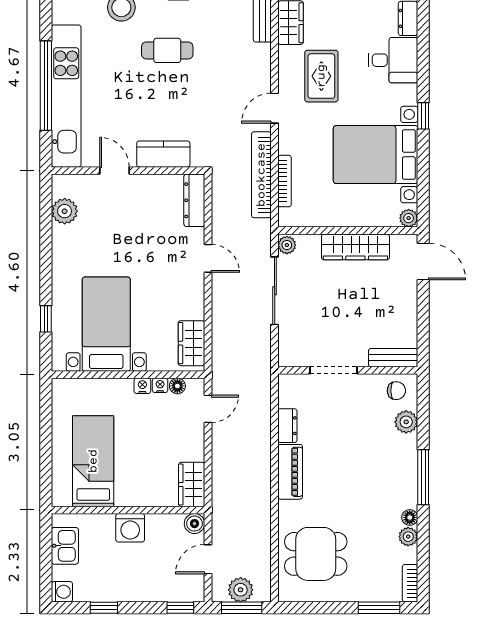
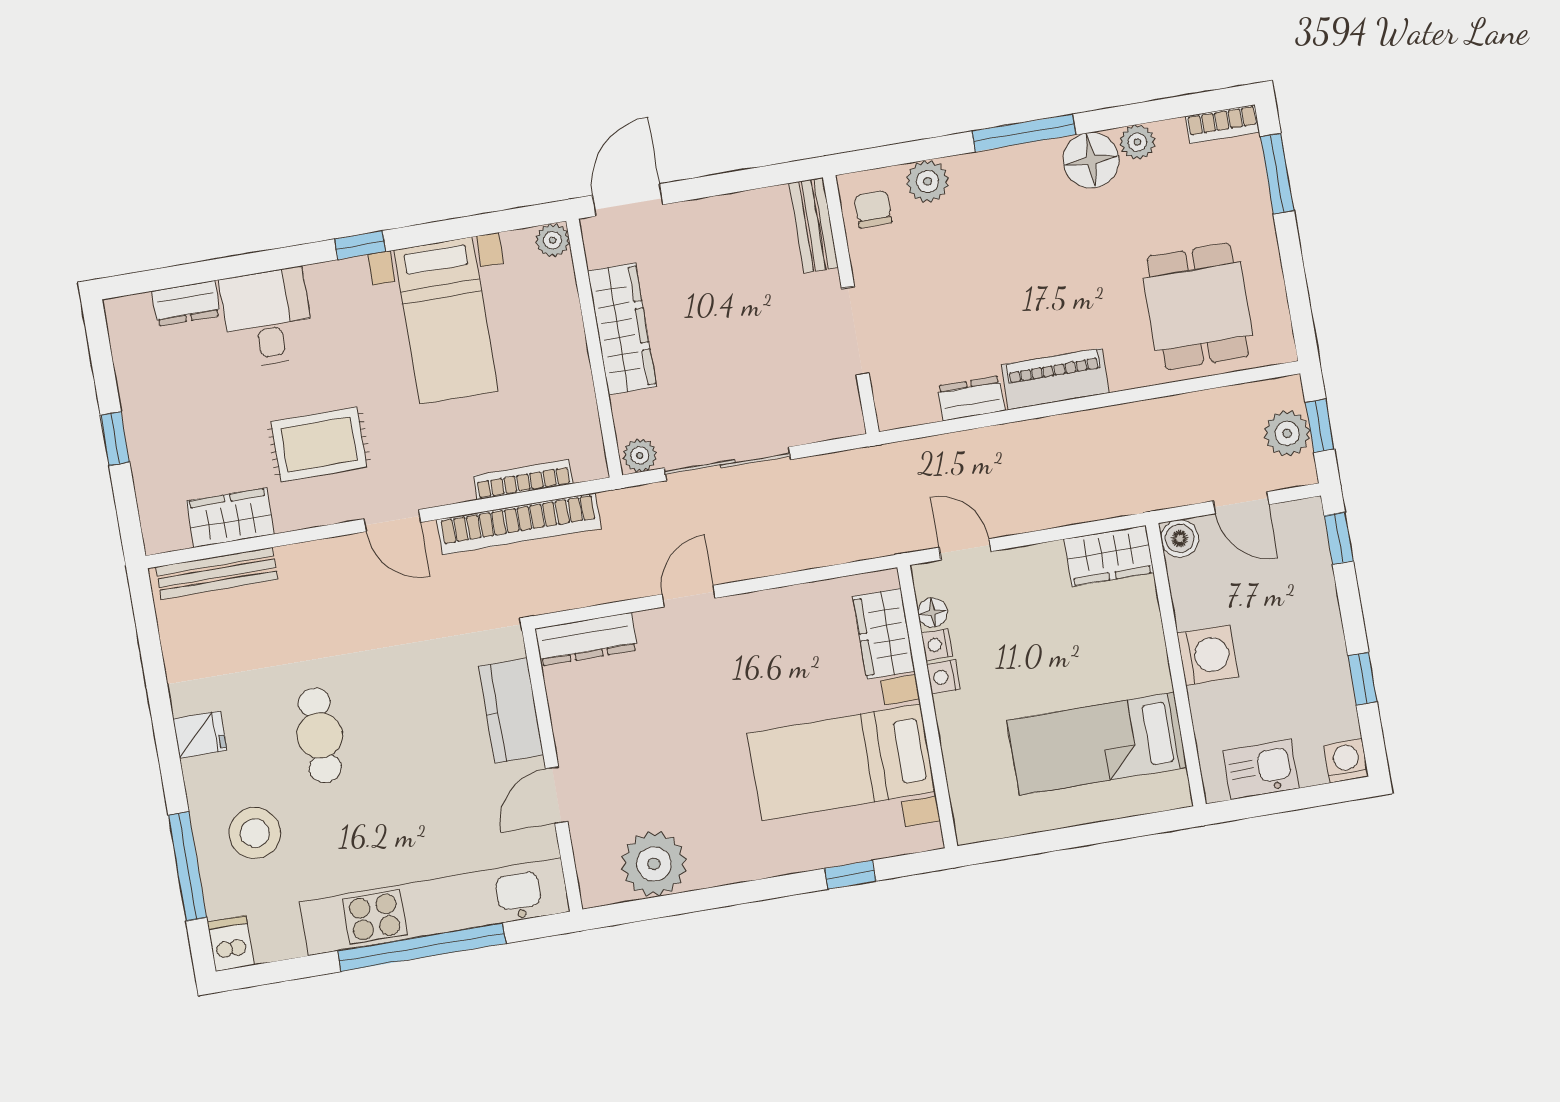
bed with nightstands: (376, 155) -> (446, 321), width x0.73
plant: (65, 211) -> (654, 864), width x1.36, depth x1.36
wardrobe: (192, 343) -> (884, 634), moved, turned 90
floor lamp: (410, 517) -> (1091, 160), width x1.89, depth x1.89
window: (242, 608) -> (1320, 426), width x0.67

